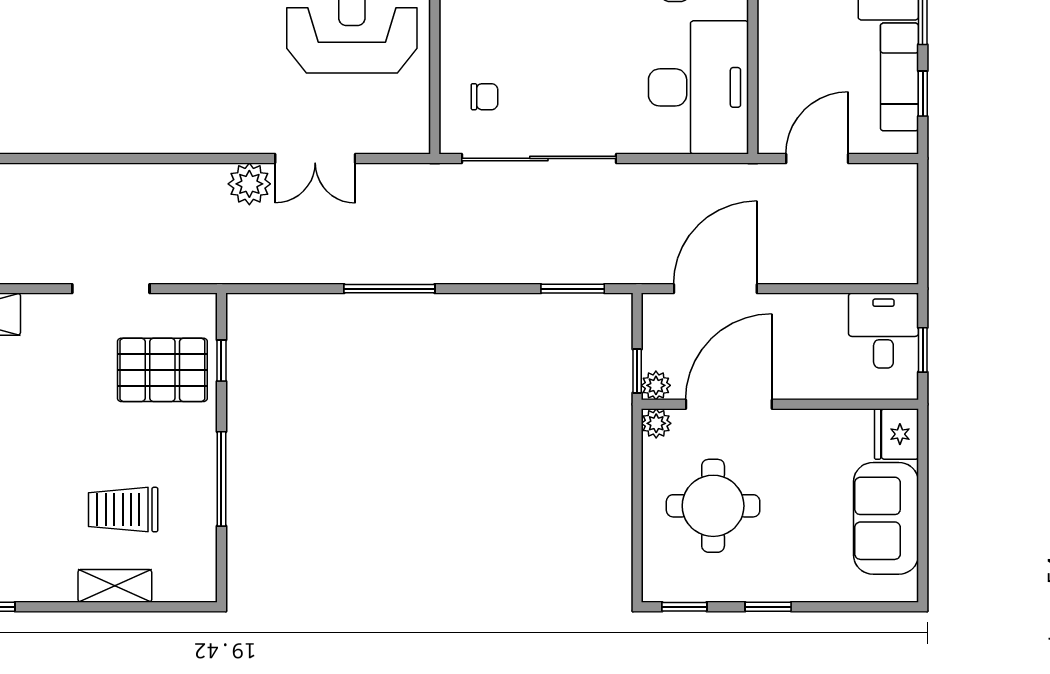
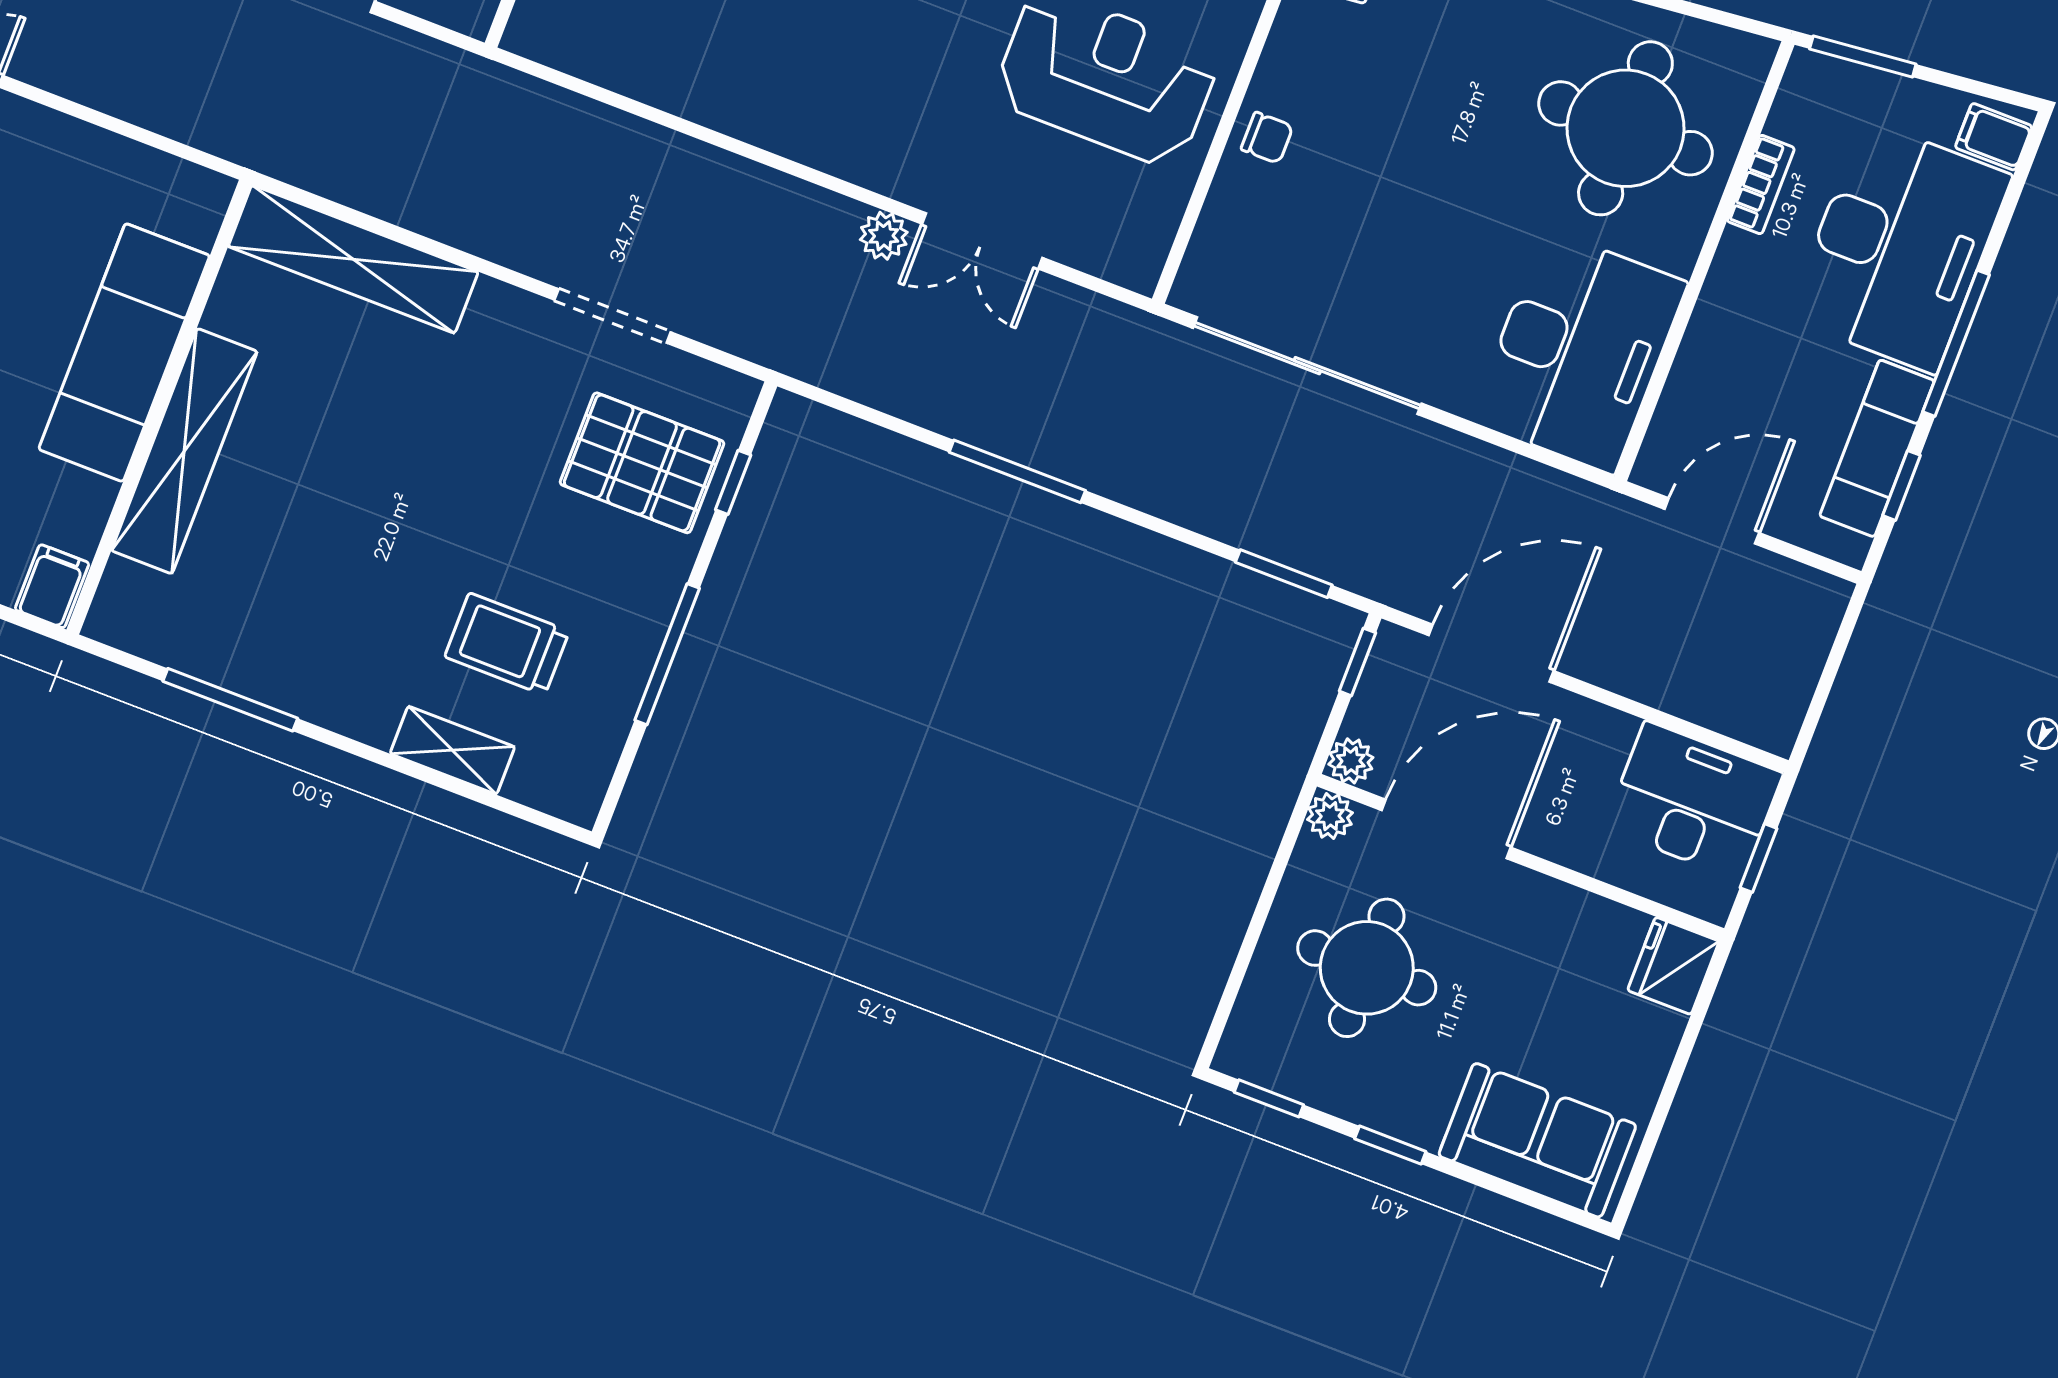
chair: (484, 97) -> (1267, 138), moved
plant: (249, 184) -> (884, 236), width x0.73, depth x0.73
desk: (883, 331) -> (1693, 801), width x1.37
window: (637, 371) -> (1357, 662), moved
sofa: (886, 518) -> (1537, 1140), moved, turned 90

